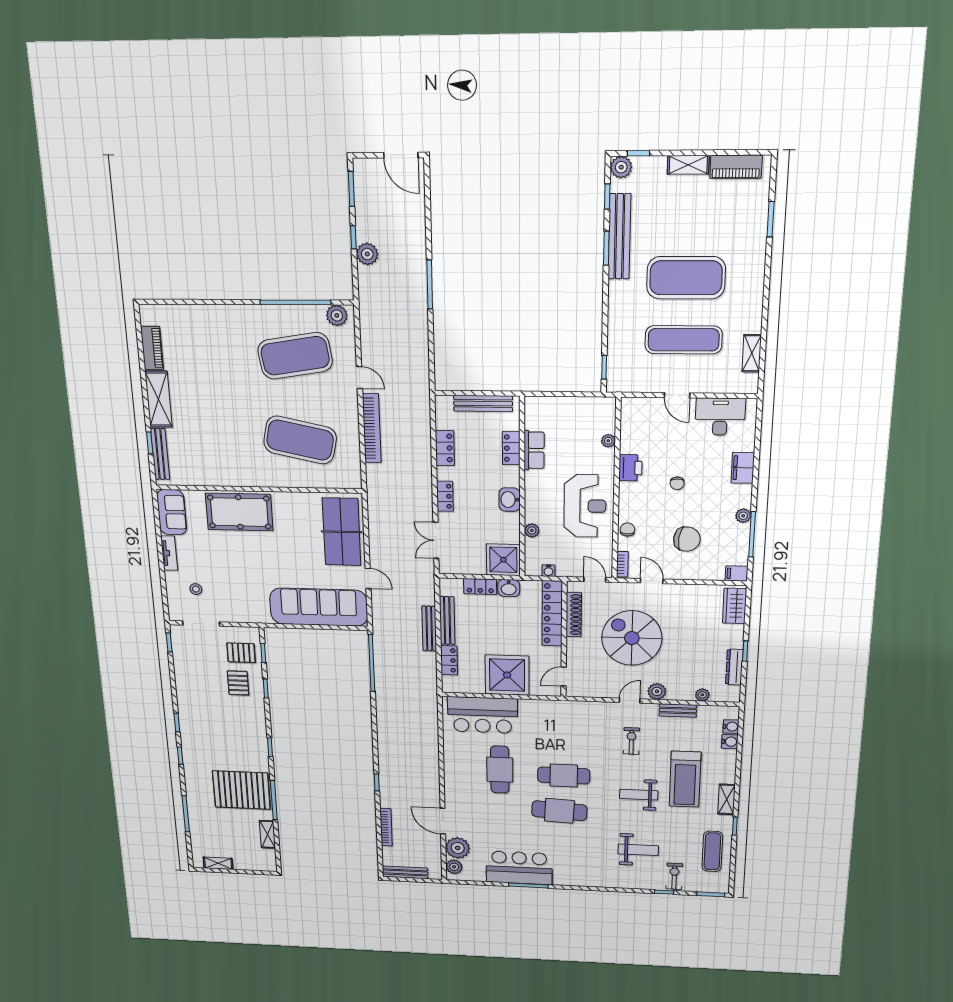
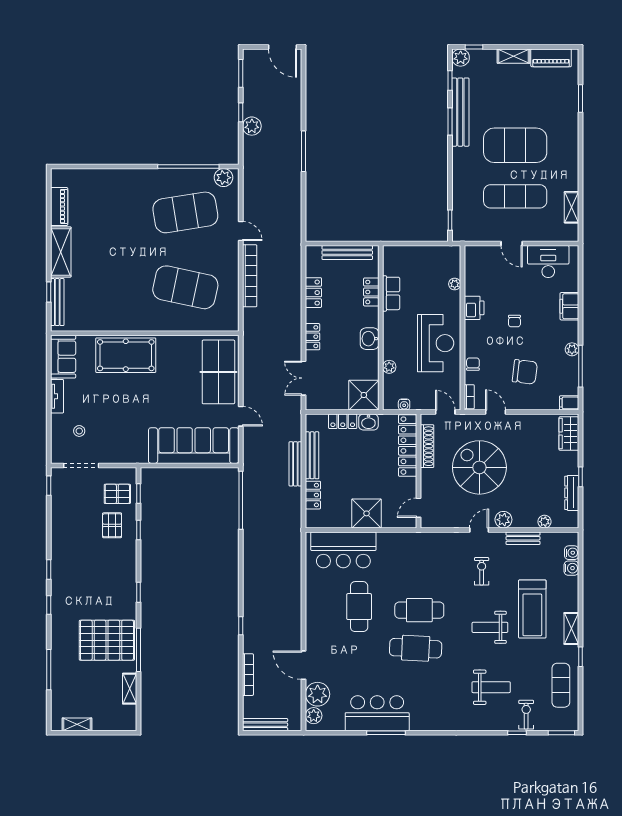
shower: (507, 675) -> (367, 513), width x0.73, depth x0.73

